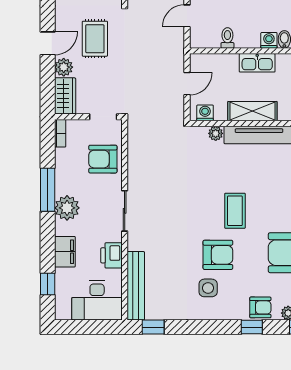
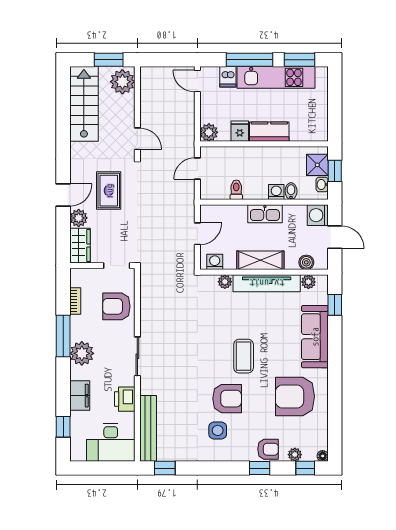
bookcase: (60, 133) -> (75, 301), moved

